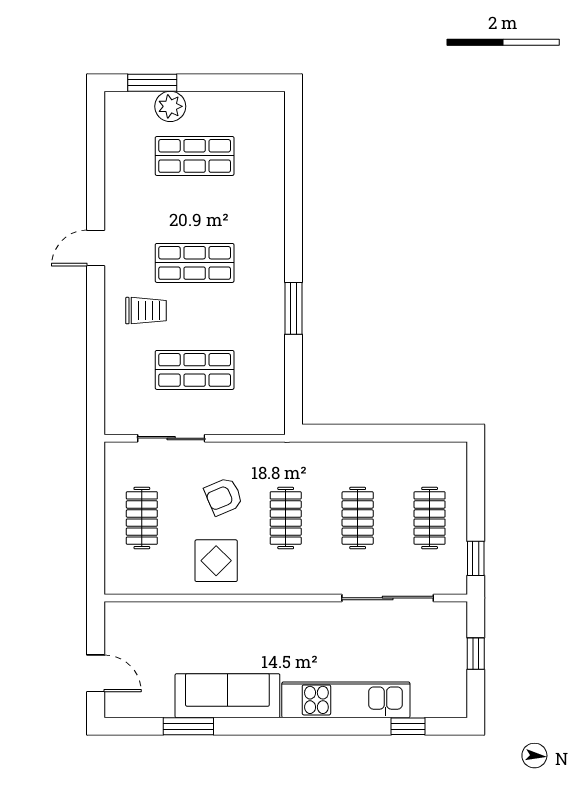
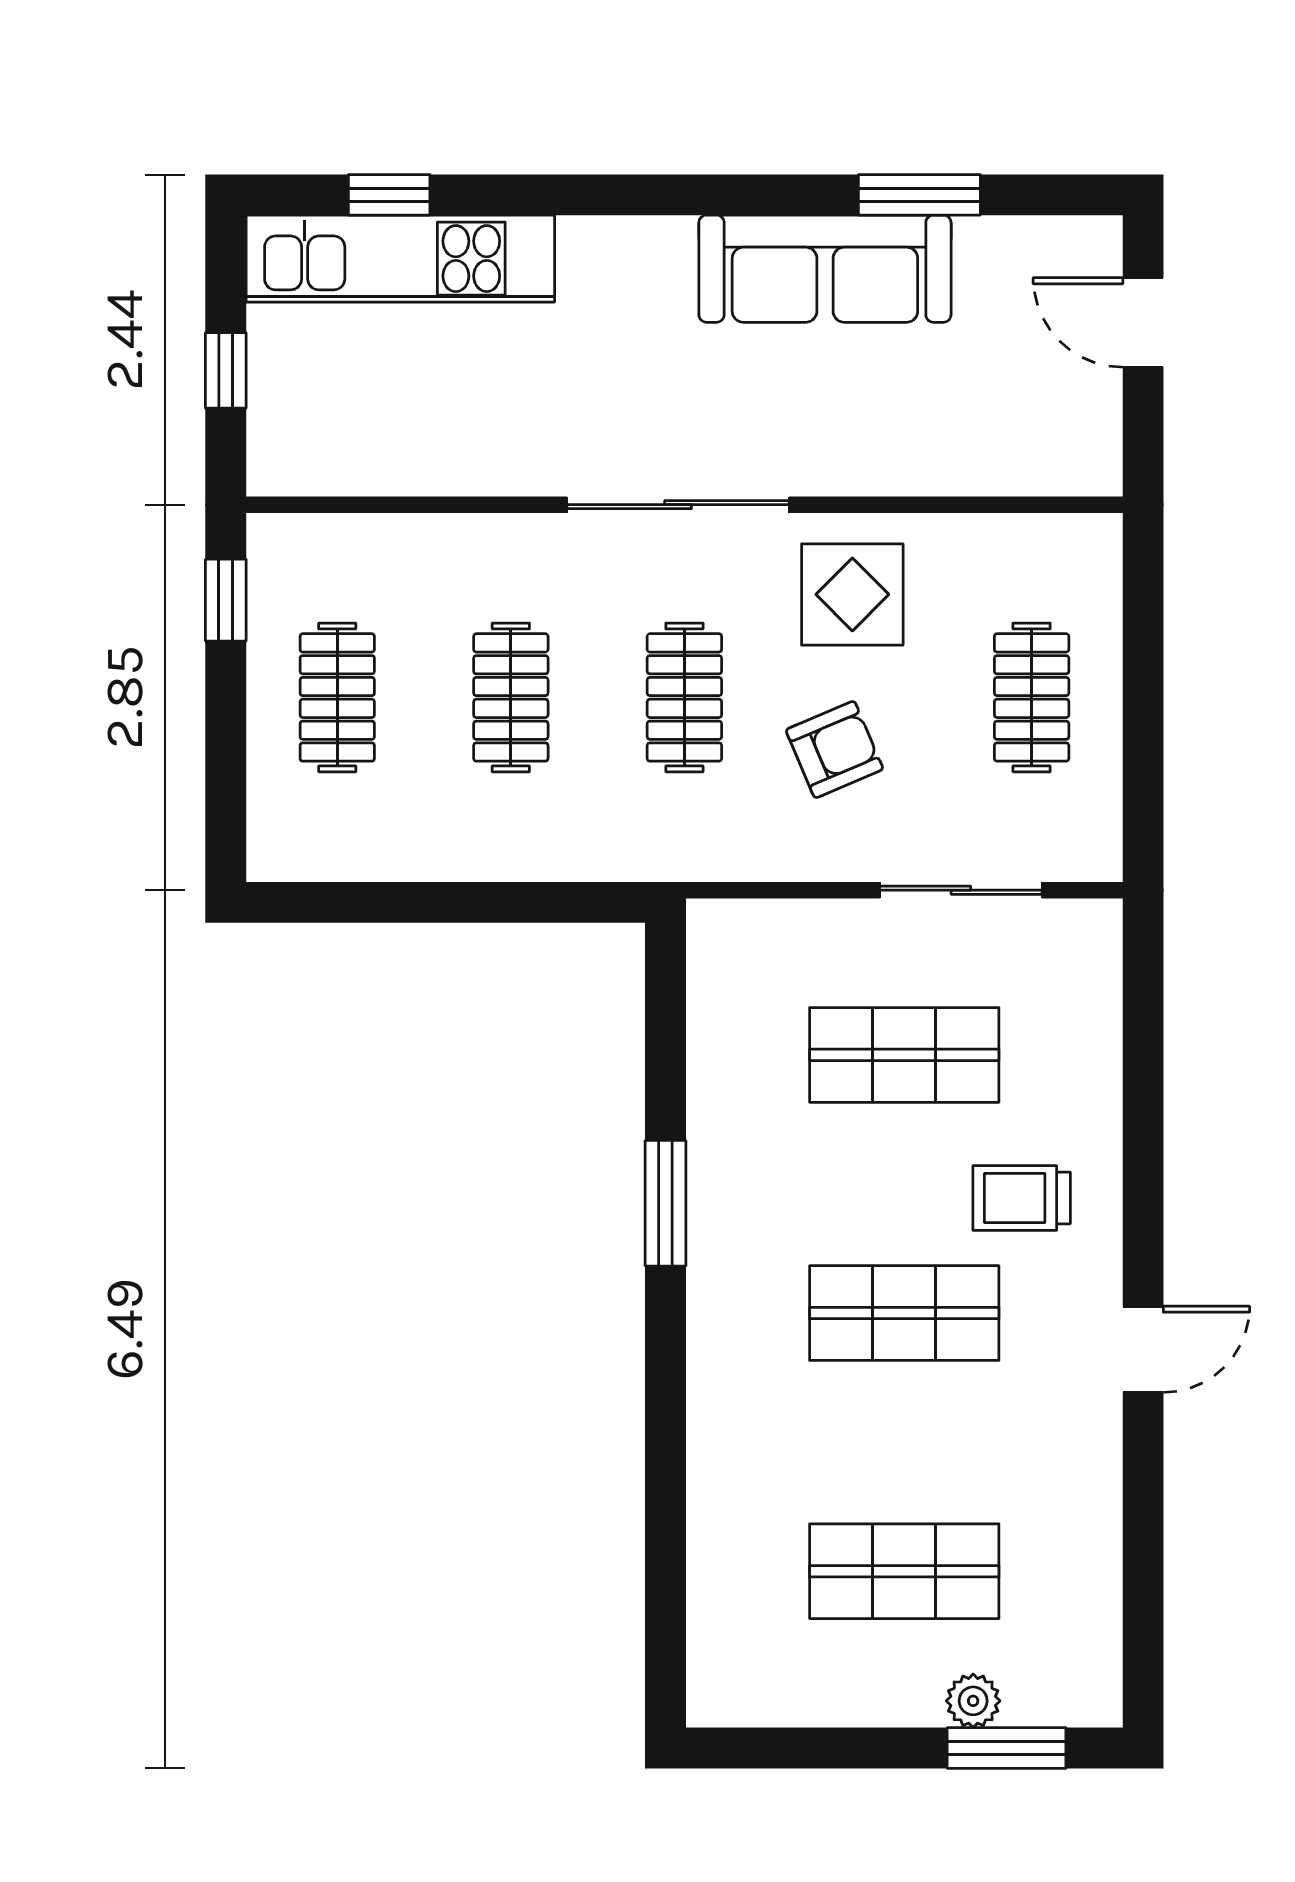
plant: (170, 106) -> (973, 1701), width x0.73, depth x0.73
sliding door: (388, 598) -> (678, 505), moved
kitchen unit: (346, 700) -> (400, 259), moved

